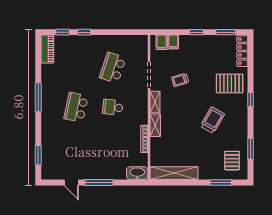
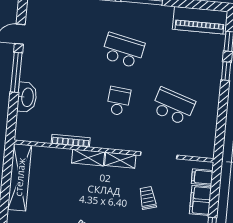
filing cabinet: (173, 42) -> (200, 200), width x2.00
piano: (47, 49) -> (200, 20), width x1.37, depth x1.33
washbasin: (137, 173) -> (27, 97), moved

